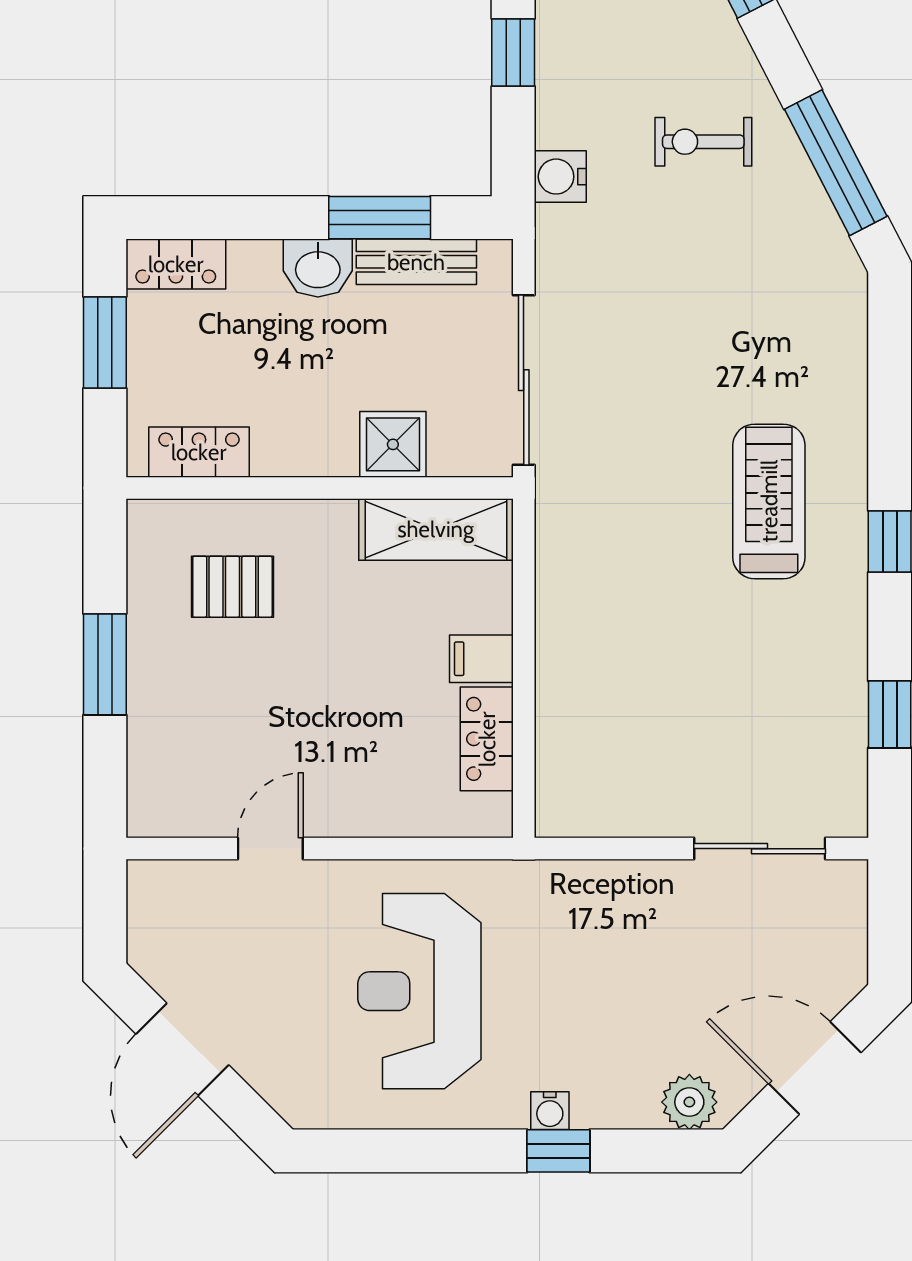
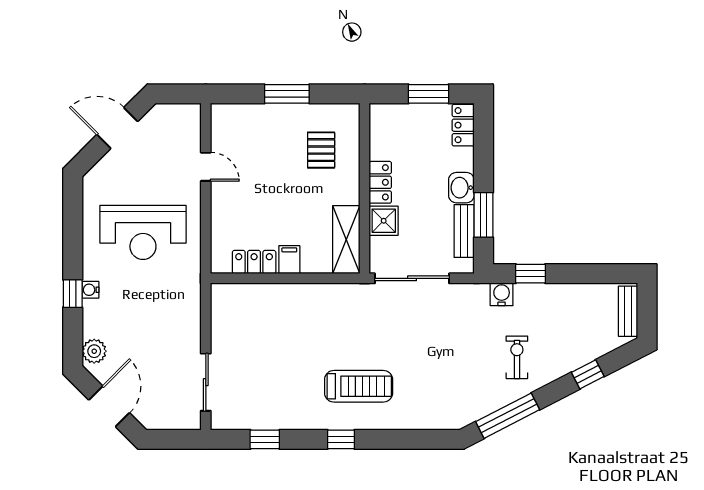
window: (513, 52) -> (531, 274), moved
locker: (199, 452) -> (380, 182), moved
reception desk: (419, 991) -> (143, 232), turned 180

